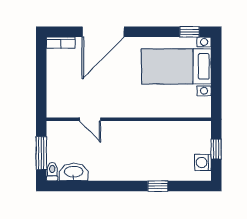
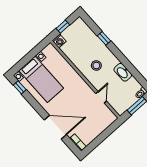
stool: (133, 148) -> (96, 66), added
washing machine: (203, 162) -> (59, 41), moved
washbasin: (74, 172) -> (123, 72), moved

